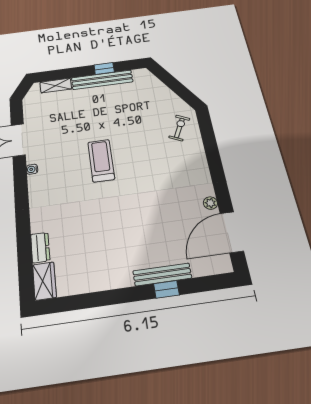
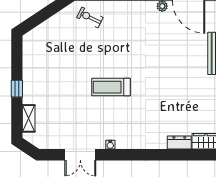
window: (104, 69) -> (17, 89), moved
bench: (102, 80) -> (29, 76), removed

